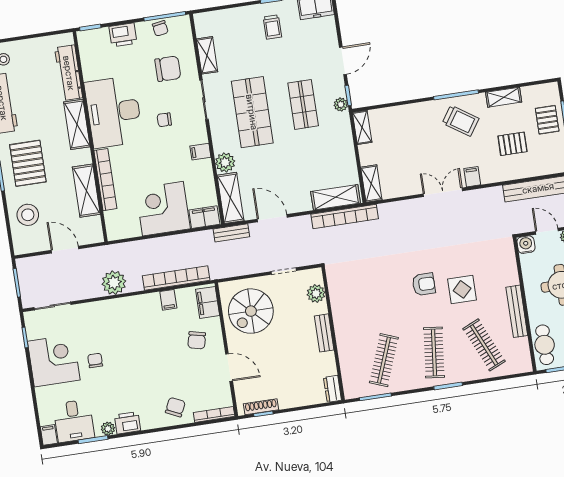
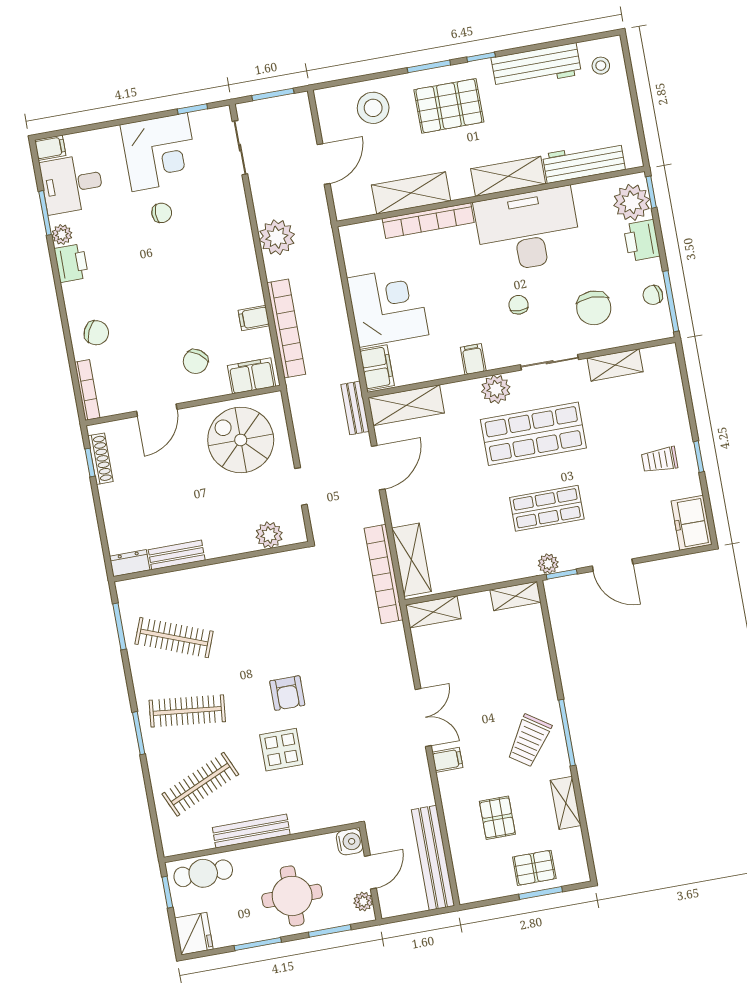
plant: (97, 41) -> (632, 202), added
plant: (225, 162) -> (496, 389), moved
bench: (324, 333) -> (177, 555), moved
chair: (197, 340) -> (196, 361), turned -67

